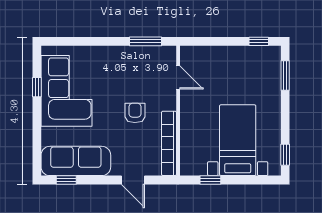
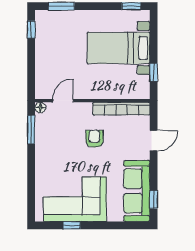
floor lamp: (170, 52) -> (40, 108), added
armchair: (135, 113) -> (94, 139), turned 90

